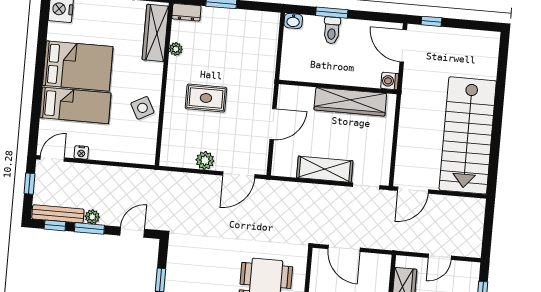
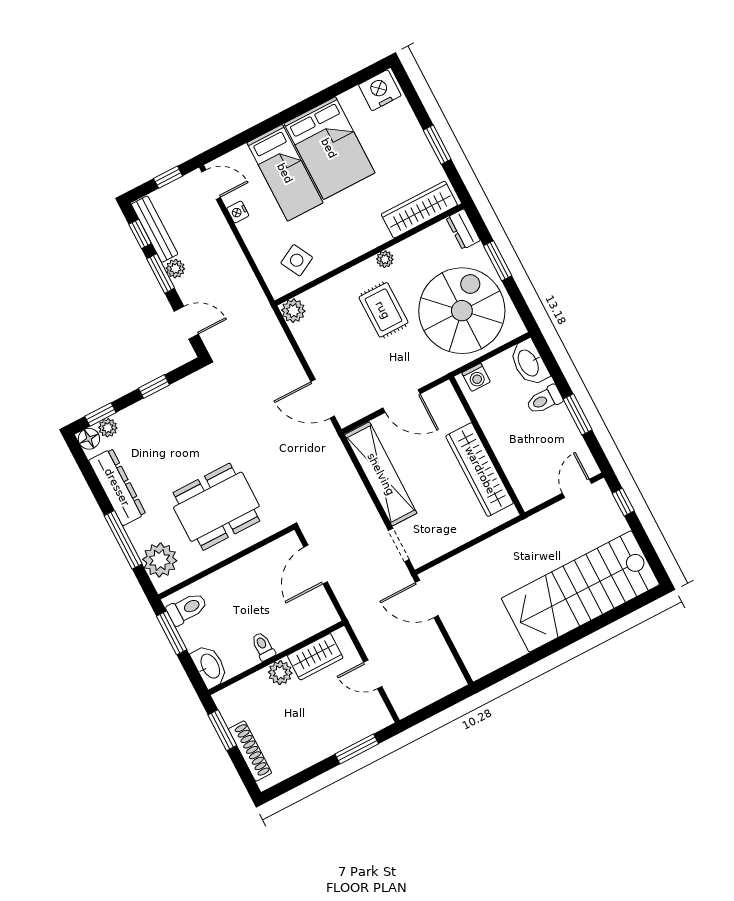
window: (332, 13) -> (578, 414), moved
washbasin: (293, 21) -> (529, 363), width x1.91, depth x1.45
door: (403, 46) -> (577, 488), width x0.73
spiral stairs: (239, 47) -> (462, 311), added
plant: (176, 49) -> (385, 259), moved
washing machine: (390, 81) -> (476, 377), moved, turned 180
side table: (142, 108) -> (297, 260), moved
stairs: (468, 135) -> (580, 591), moved
plant: (205, 160) -> (293, 311), moved
shelving: (325, 169) -> (381, 474), width x1.47

